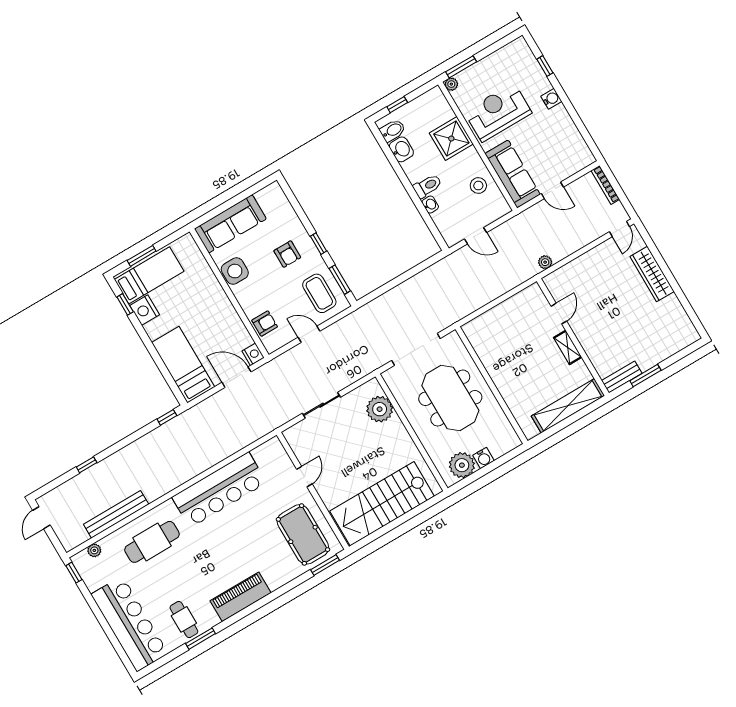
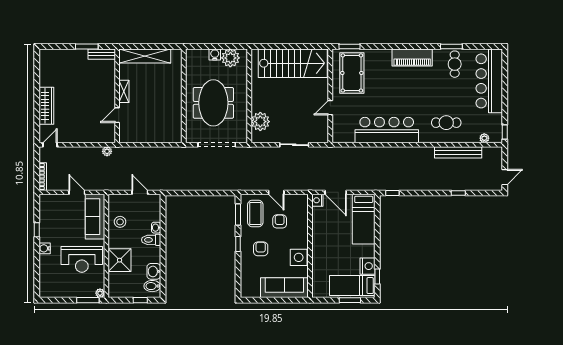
window: (545, 66) -> (37, 230), moved
armchair: (265, 324) -> (280, 221), moved, turned 90
cafe table: (152, 542) -> (446, 123), width x0.73, depth x0.74

